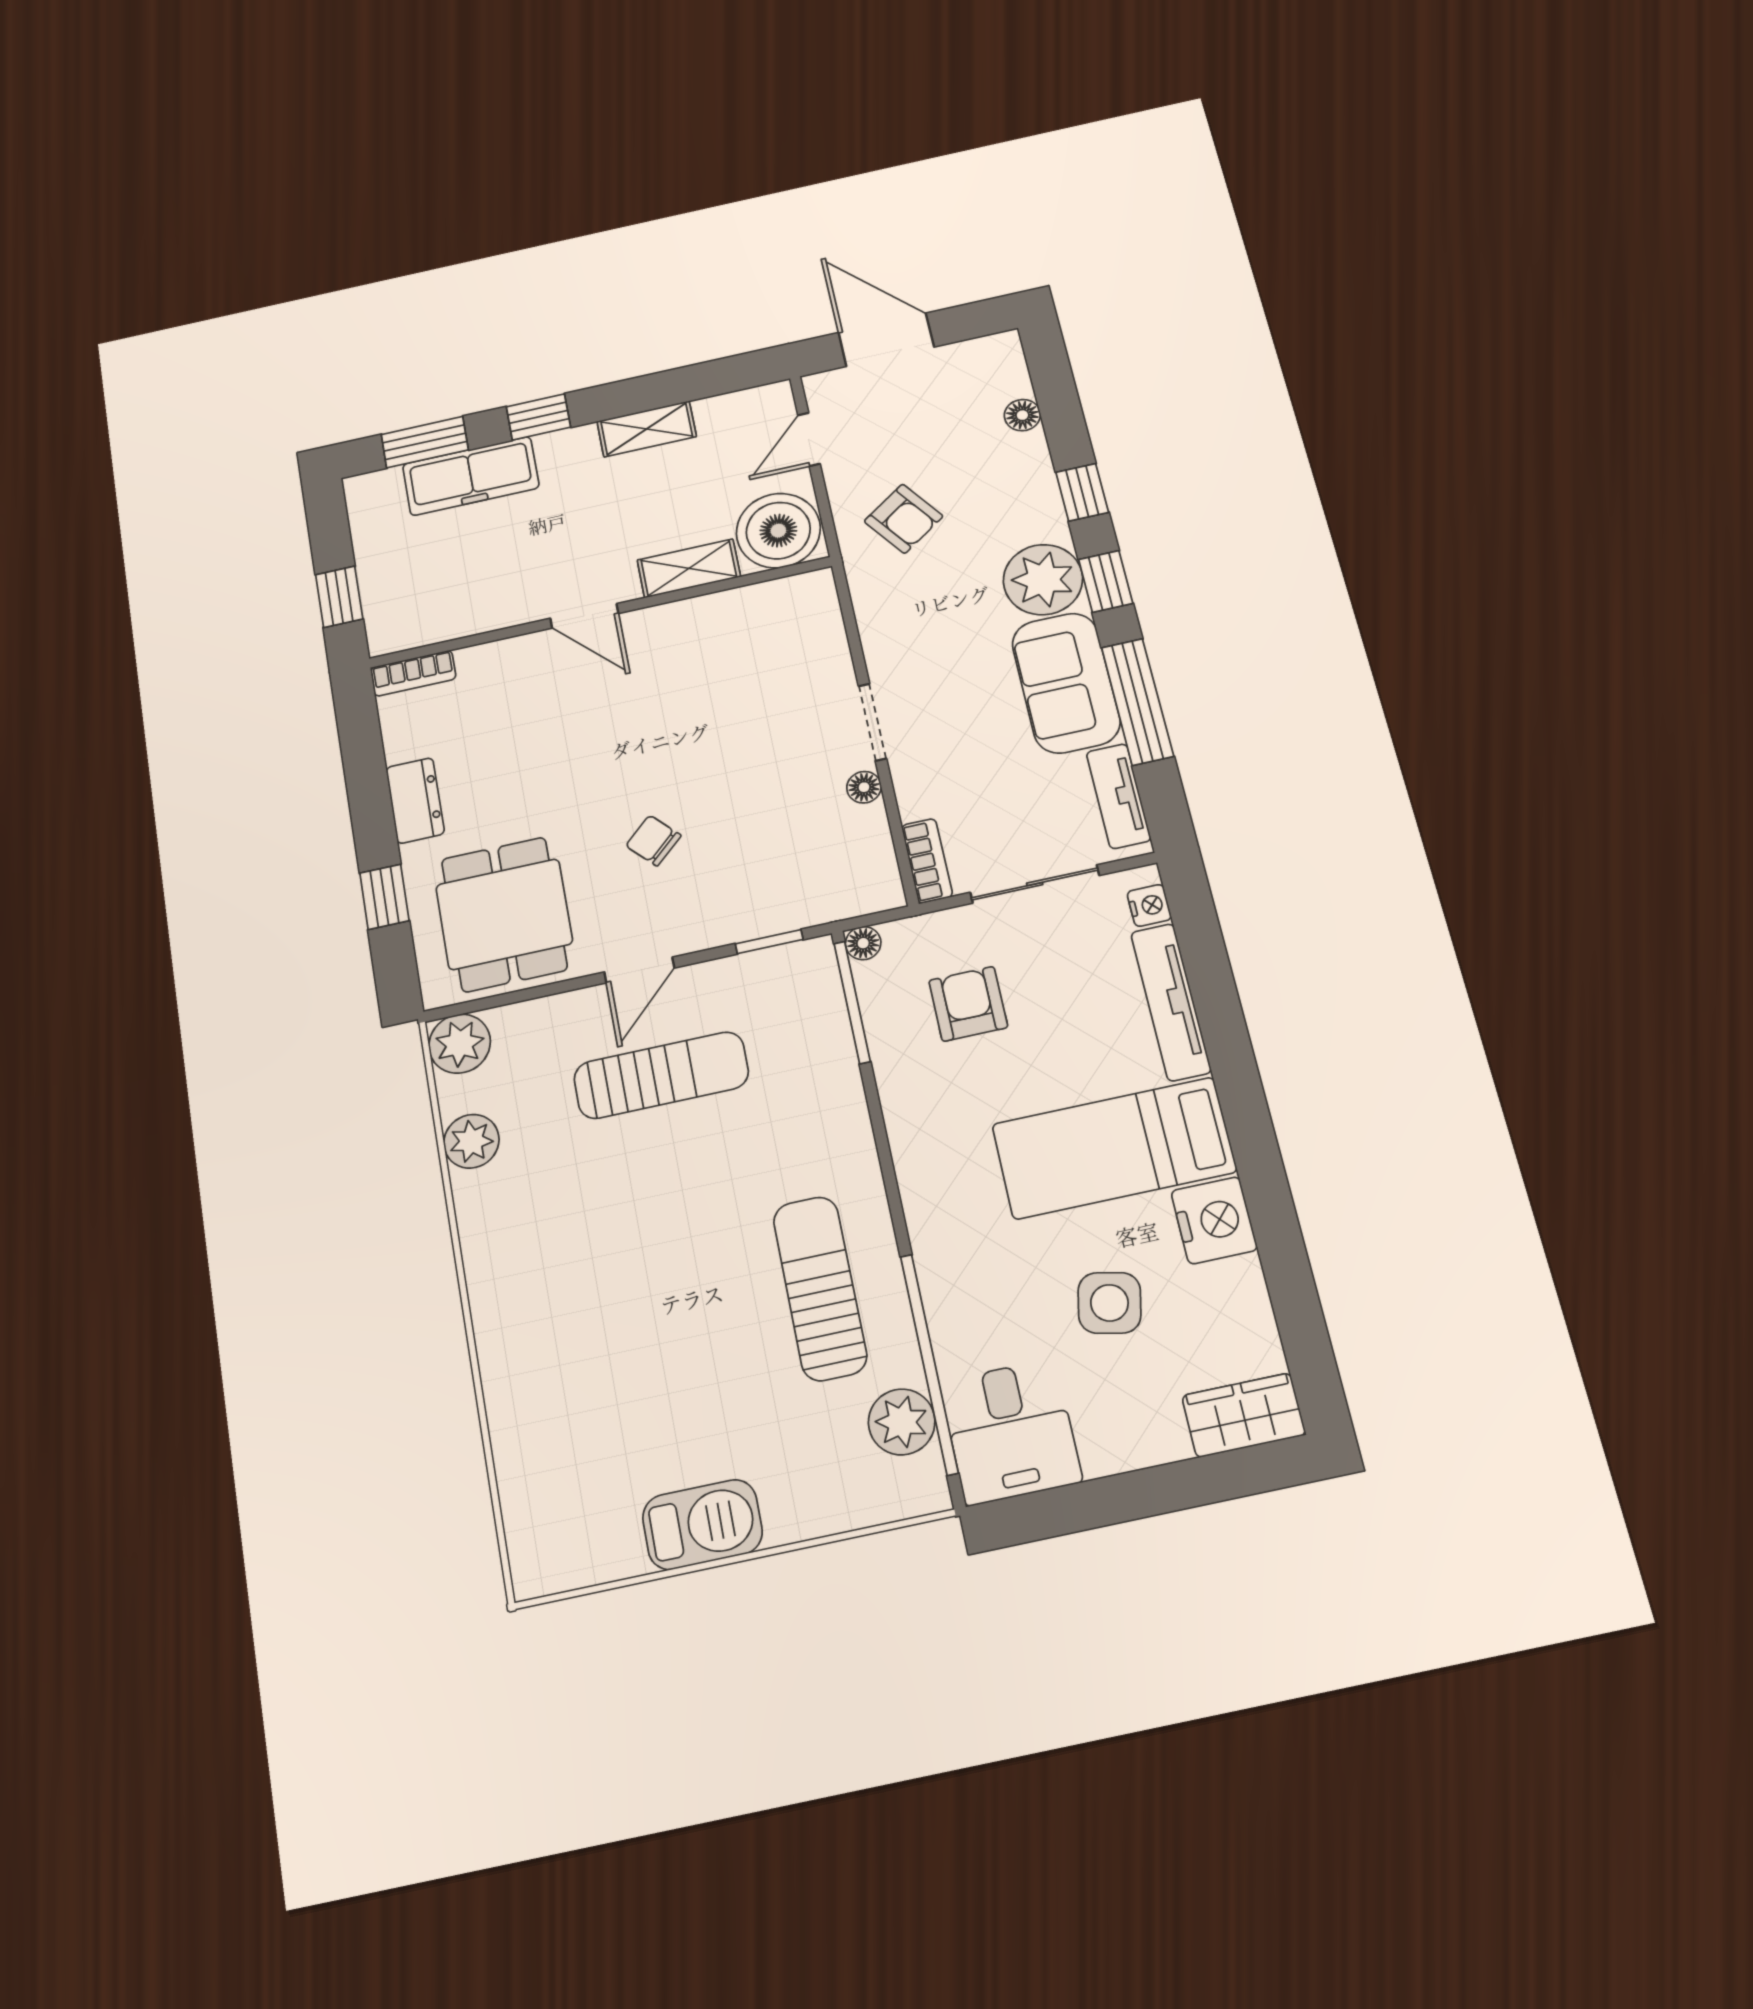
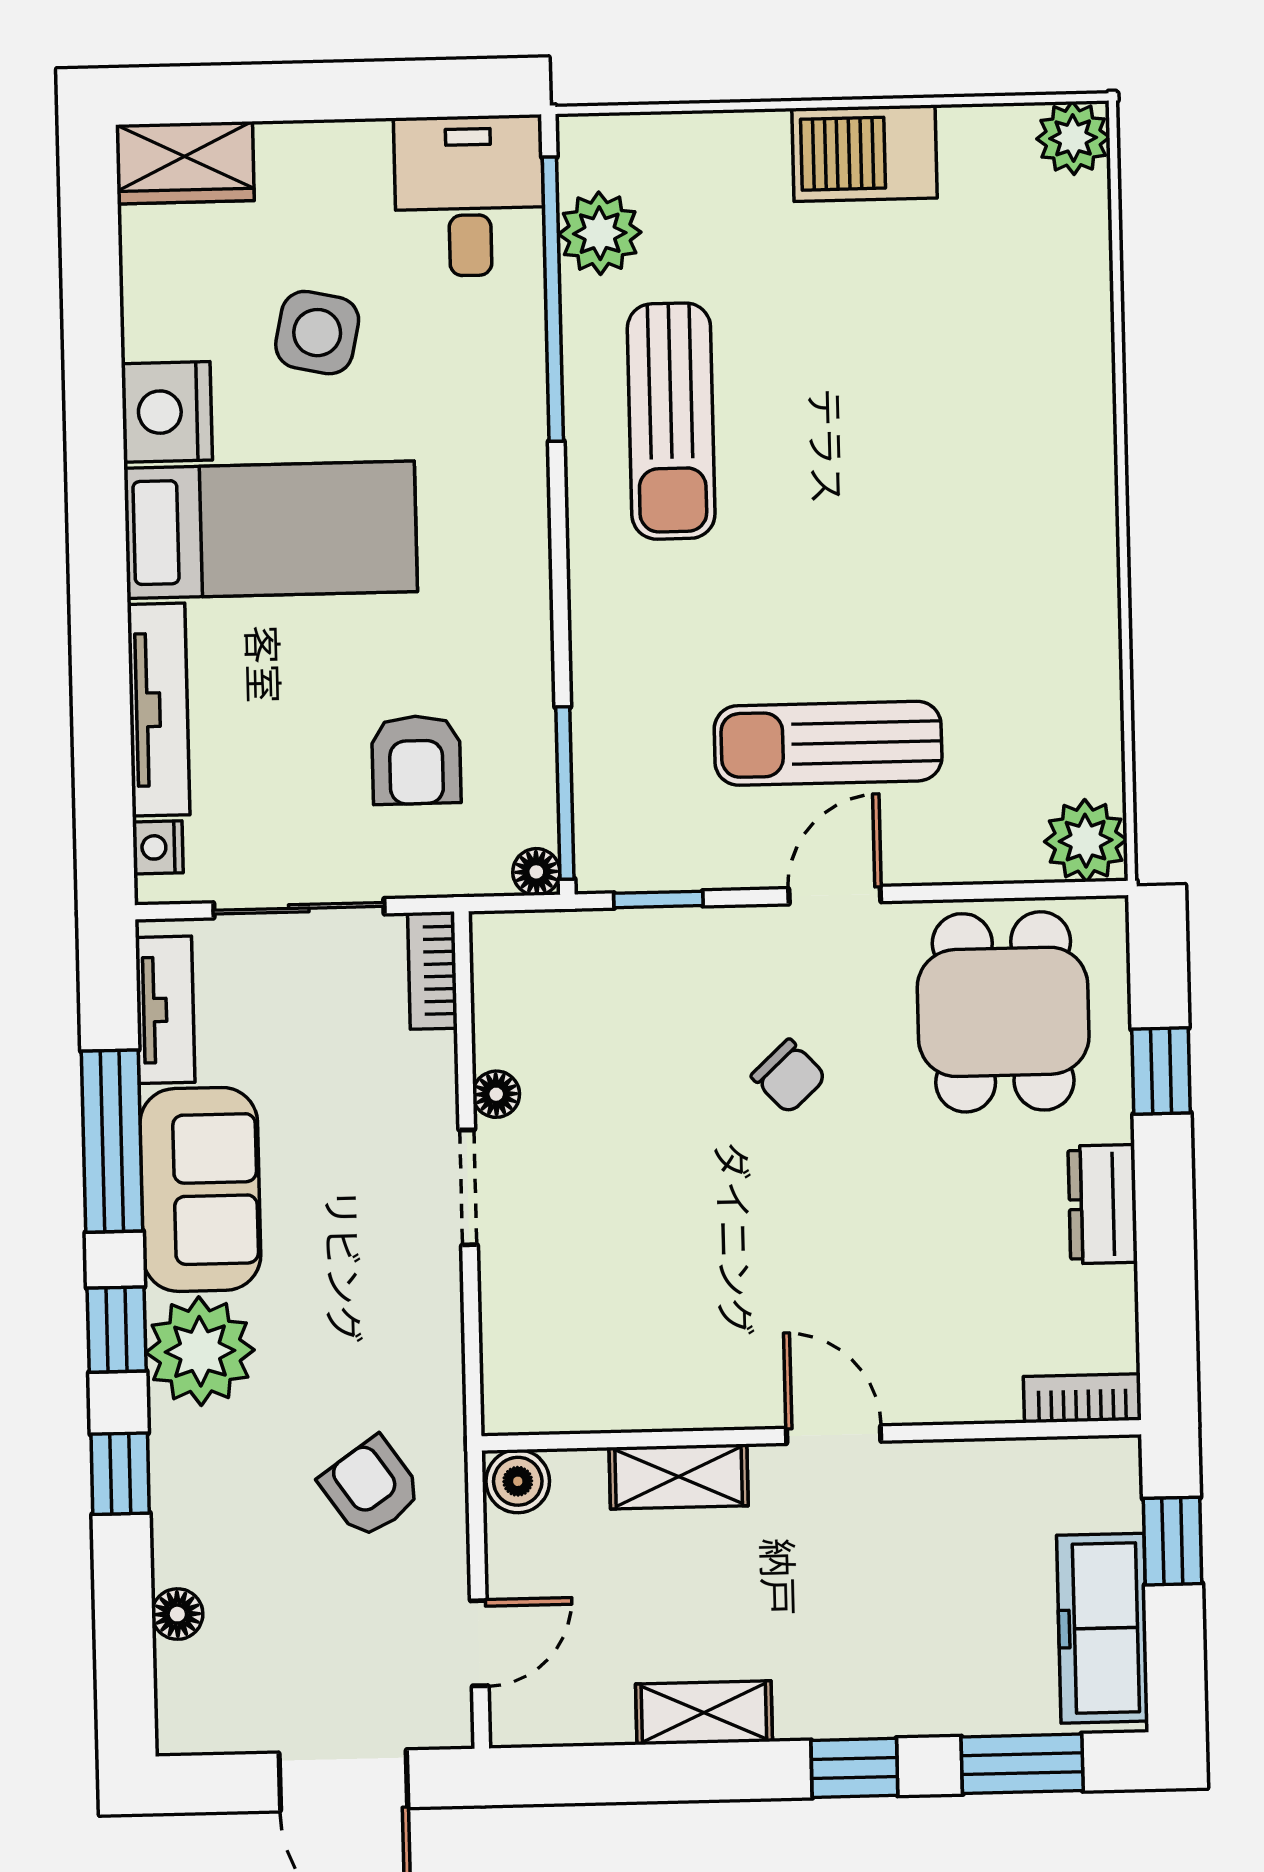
freezer: (471, 476) -> (1102, 1628), moved, turned -90
boiler: (778, 531) -> (518, 1481), width x0.54, depth x0.54
plant: (471, 1141) -> (1073, 138), moved

